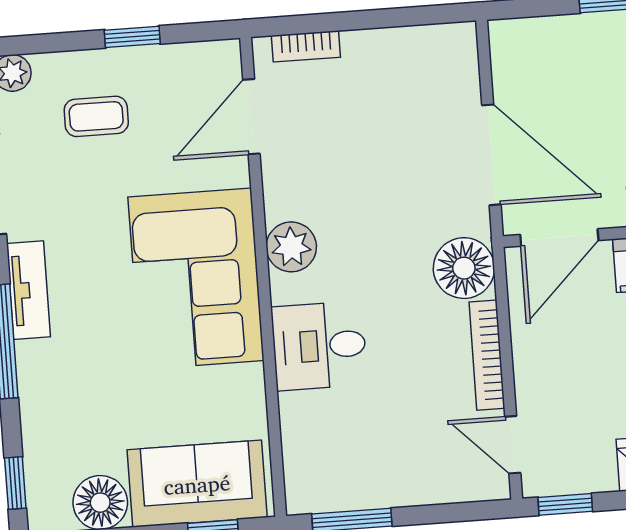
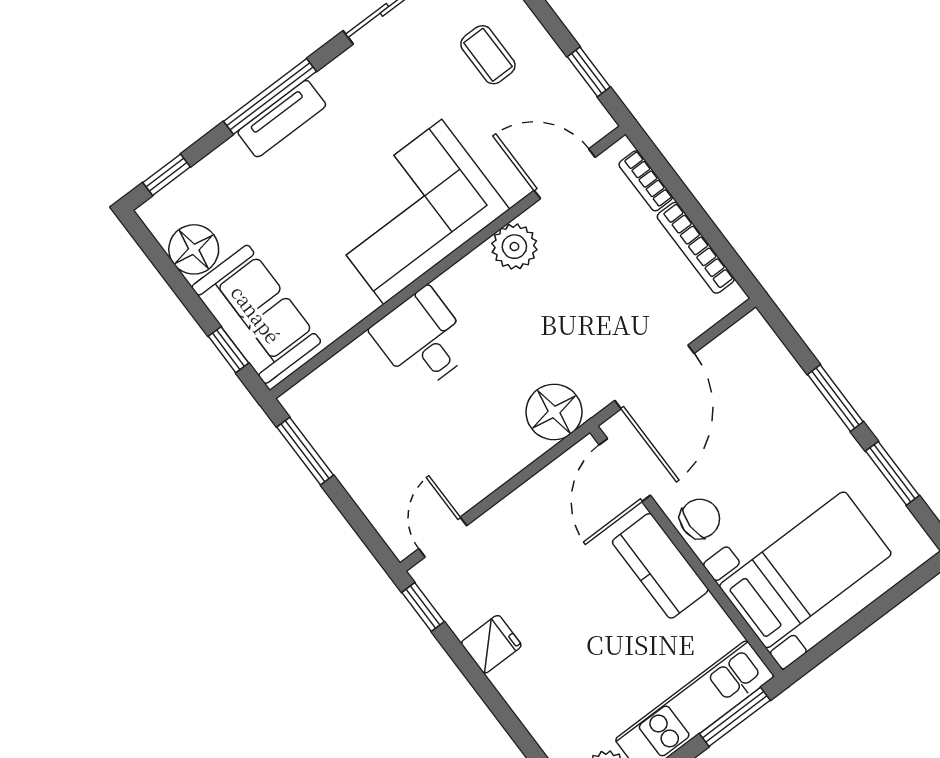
window: (132, 37) -> (589, 72), moved
door: (559, 238) -> (625, 470), hinge flipped
plant: (291, 247) -> (514, 247), moved
tv unit: (28, 290) -> (282, 119), moved
bookcase: (487, 355) -> (696, 248), moved, turned -90

